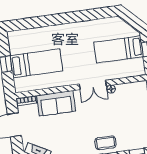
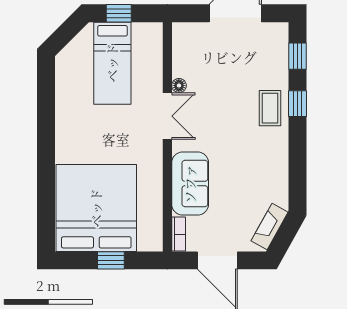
bed: (36, 63) -> (96, 208), width x2.04

